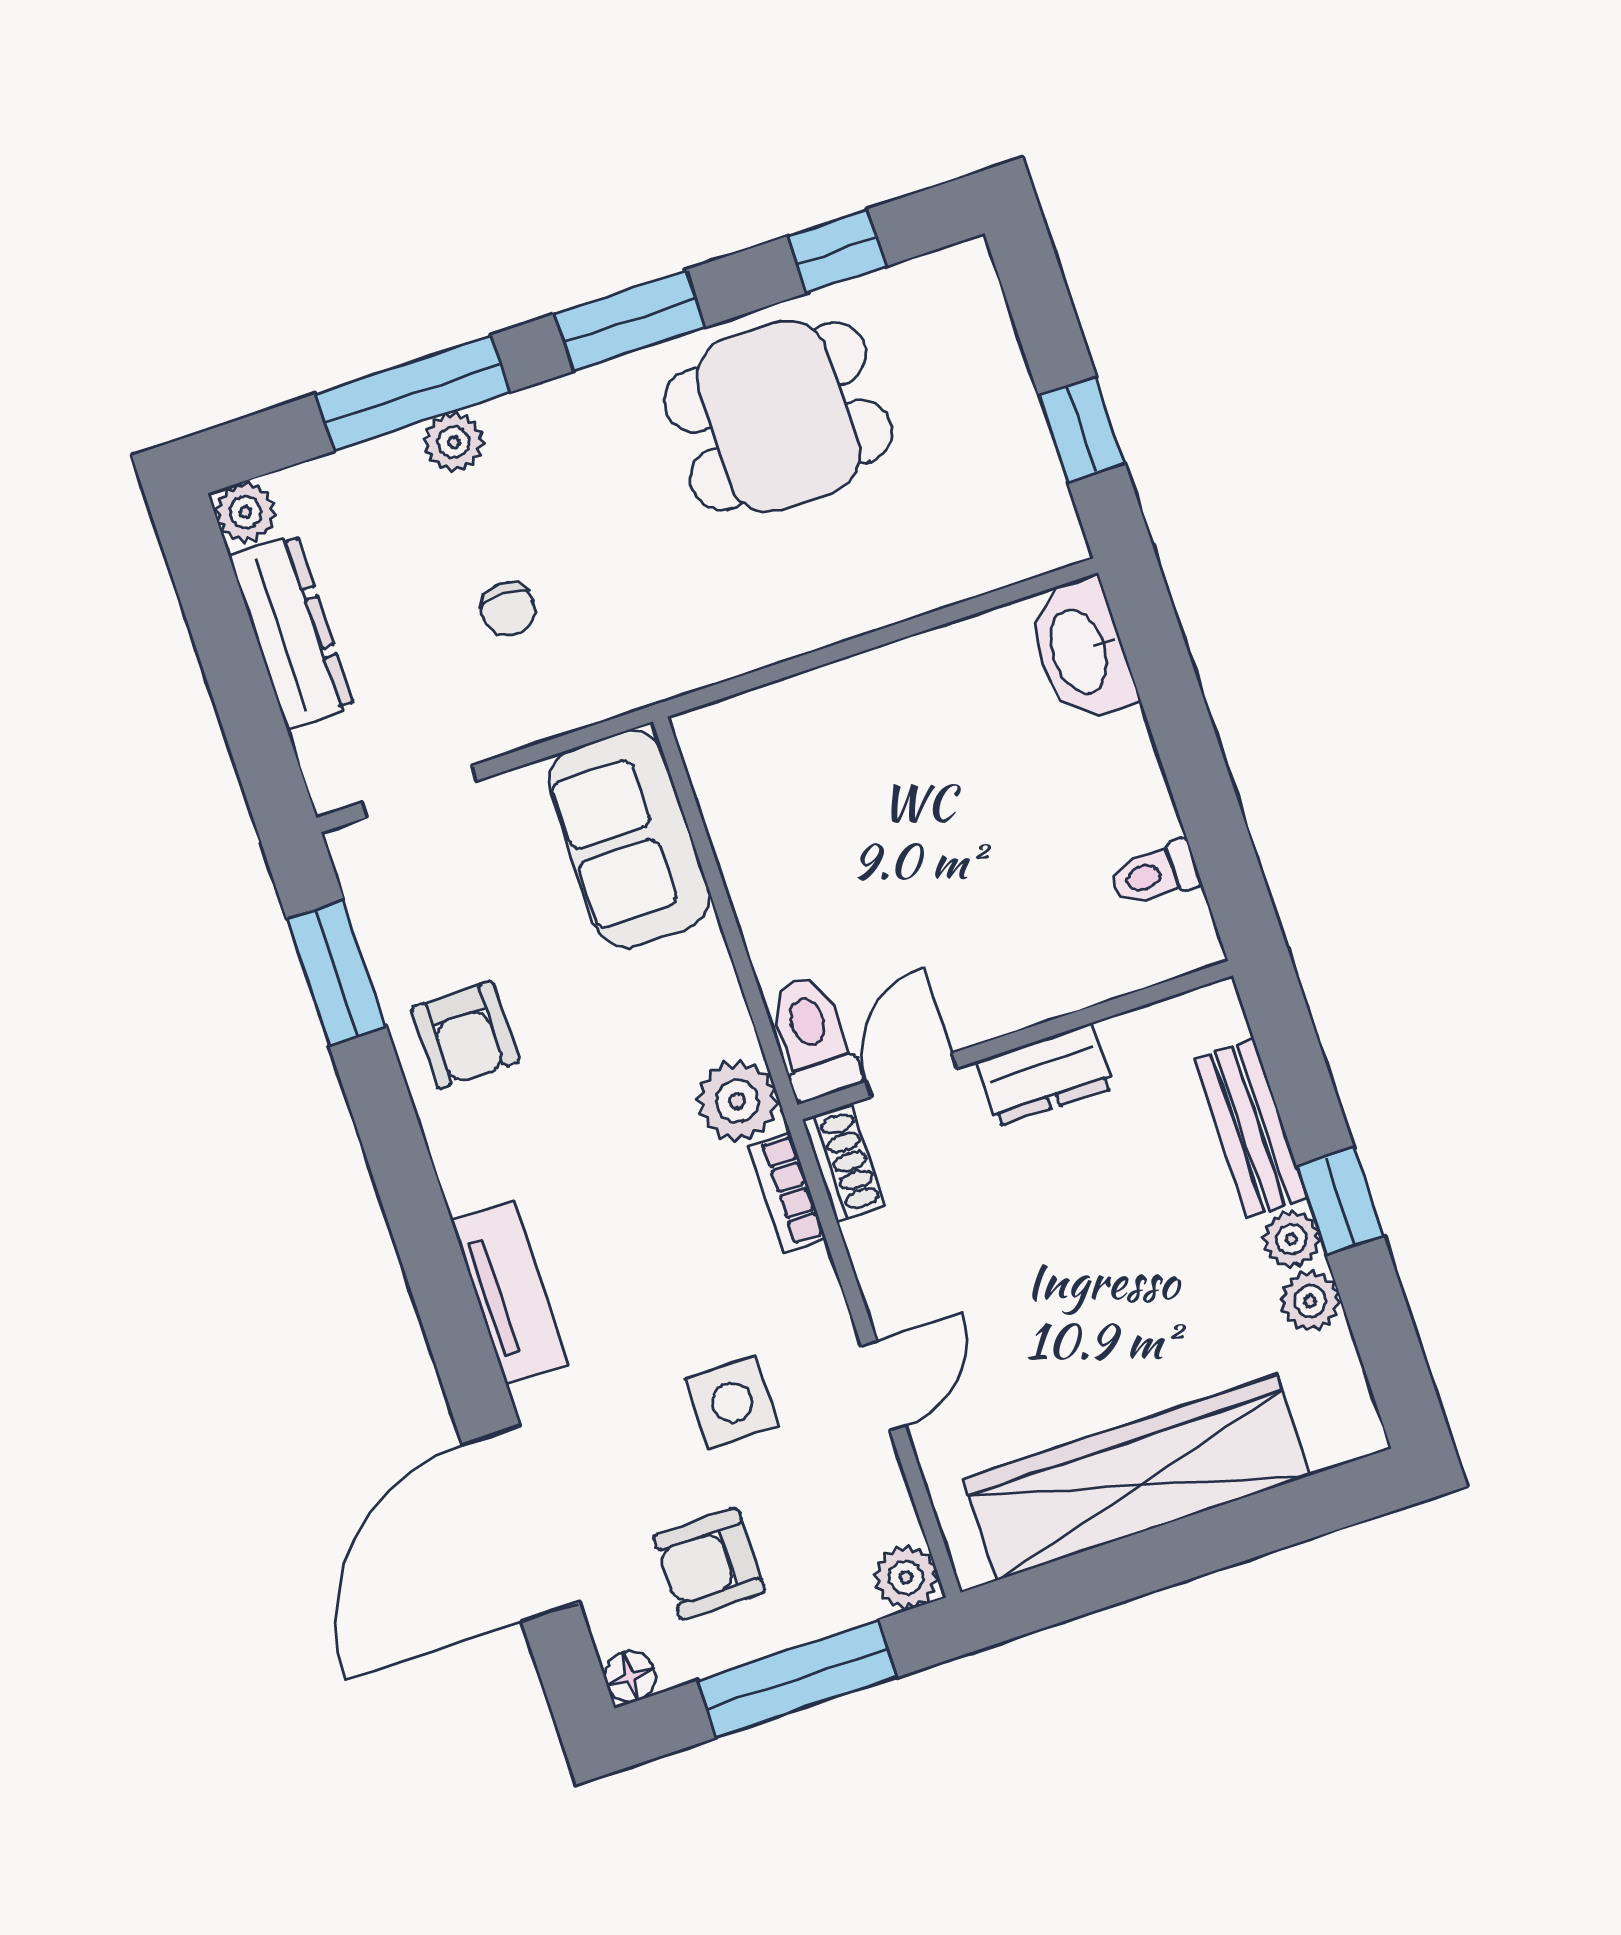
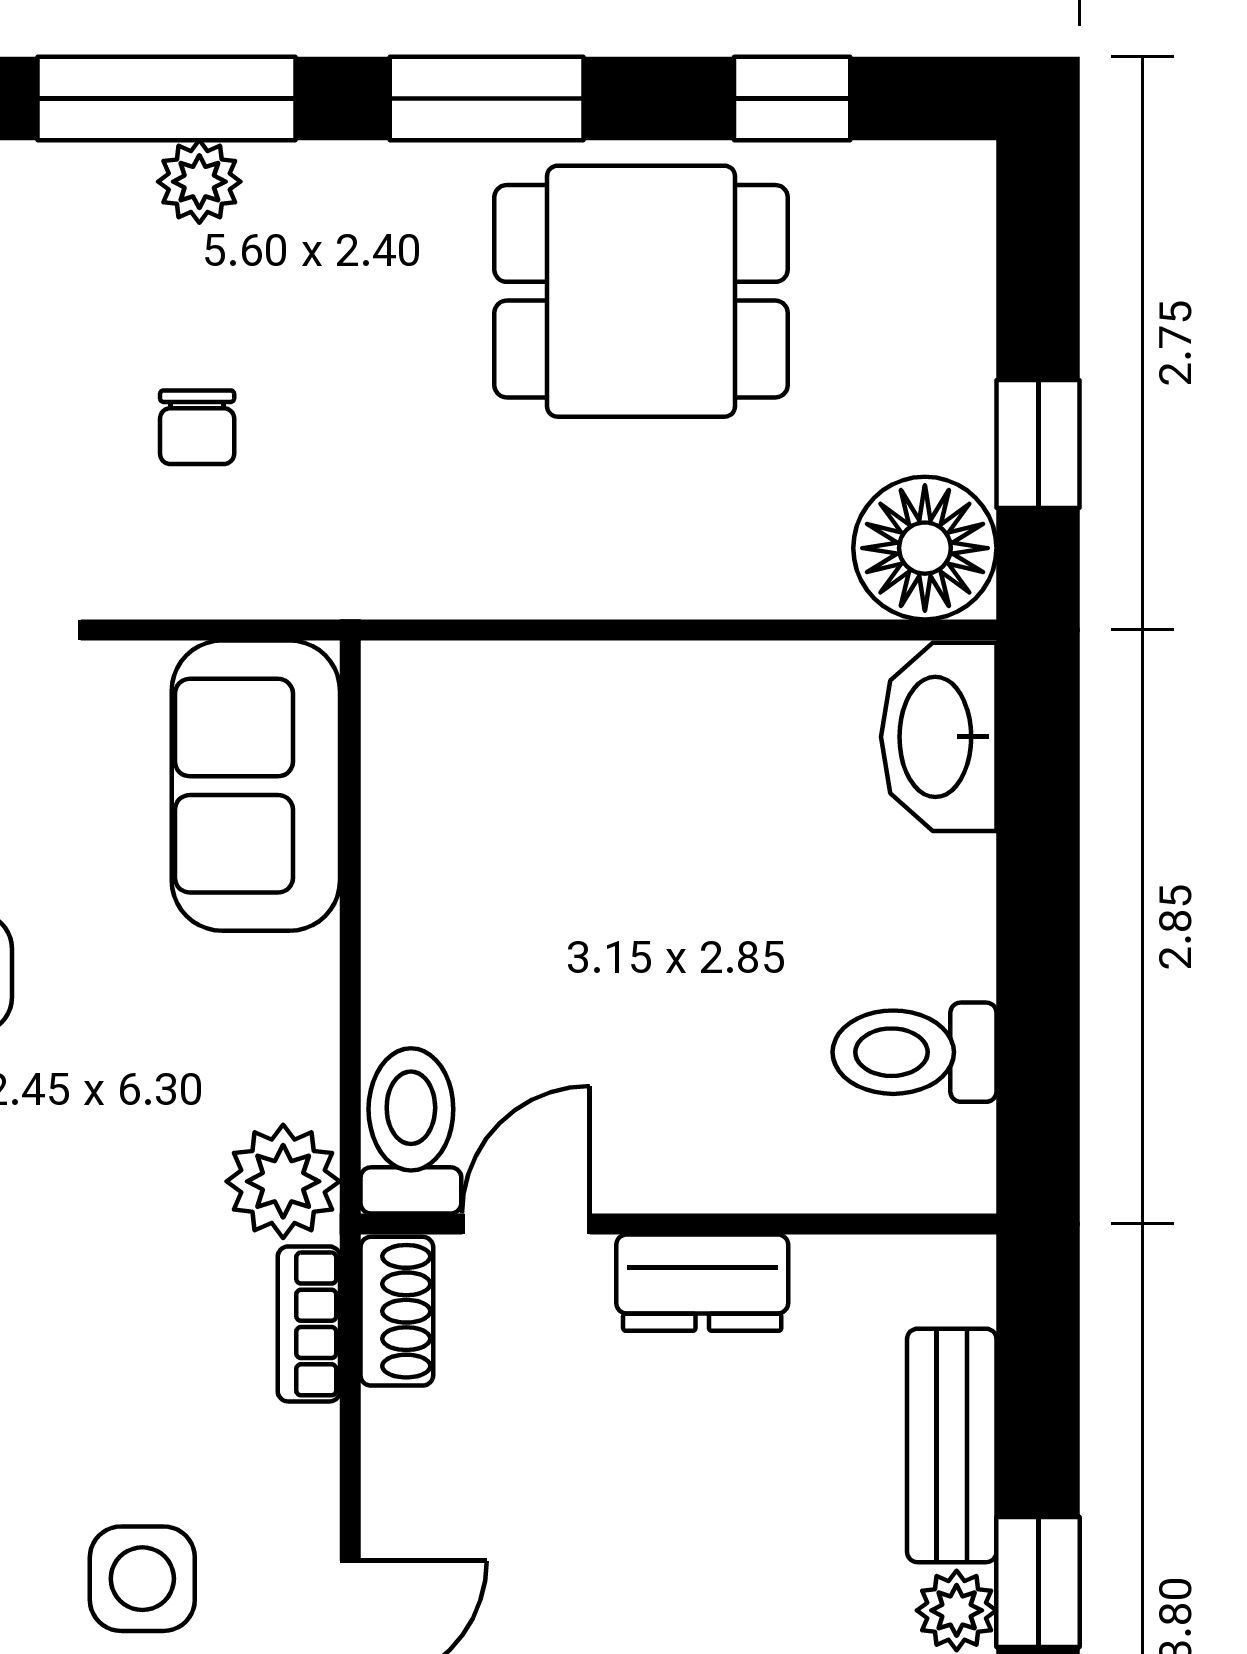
floor lamp: (1029, 526) -> (925, 548), added
toilet: (1155, 874) -> (914, 1052), width x1.37, depth x1.39

